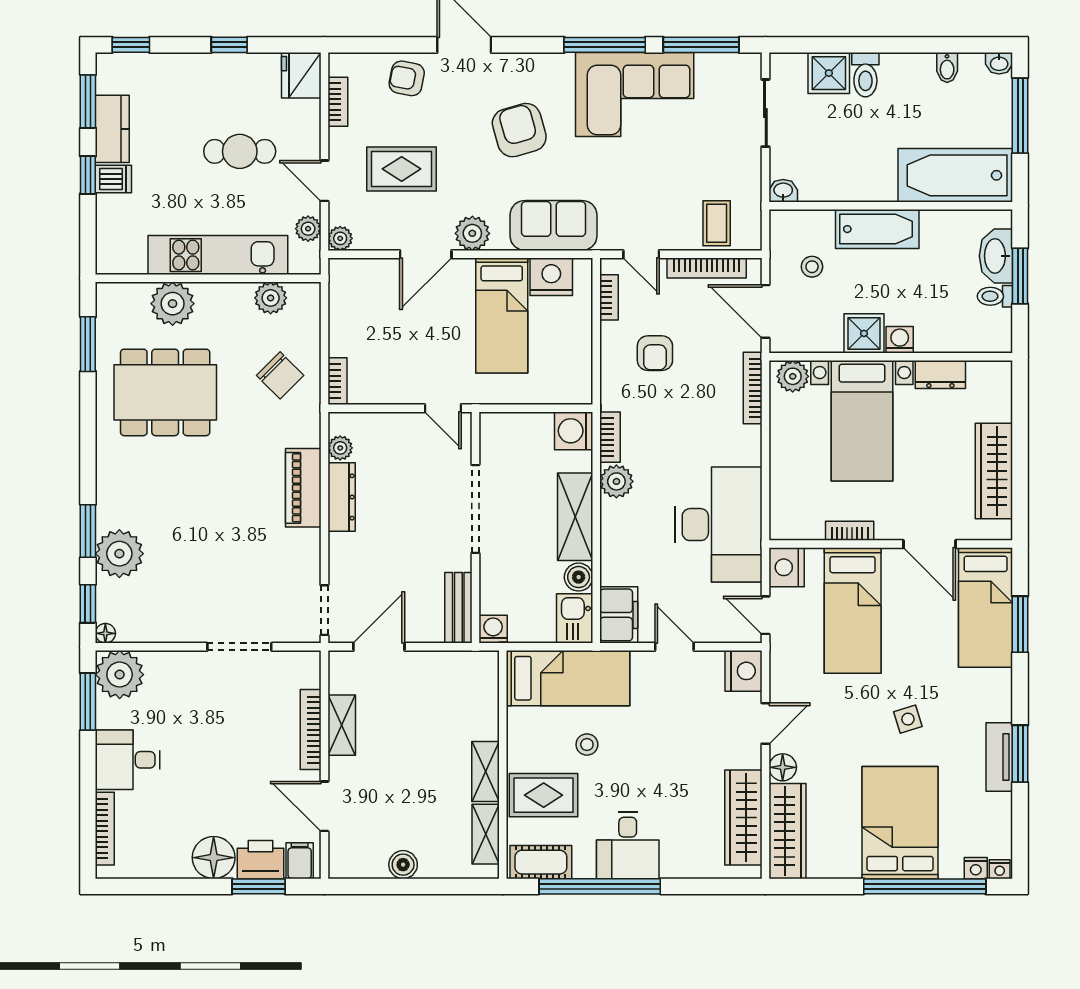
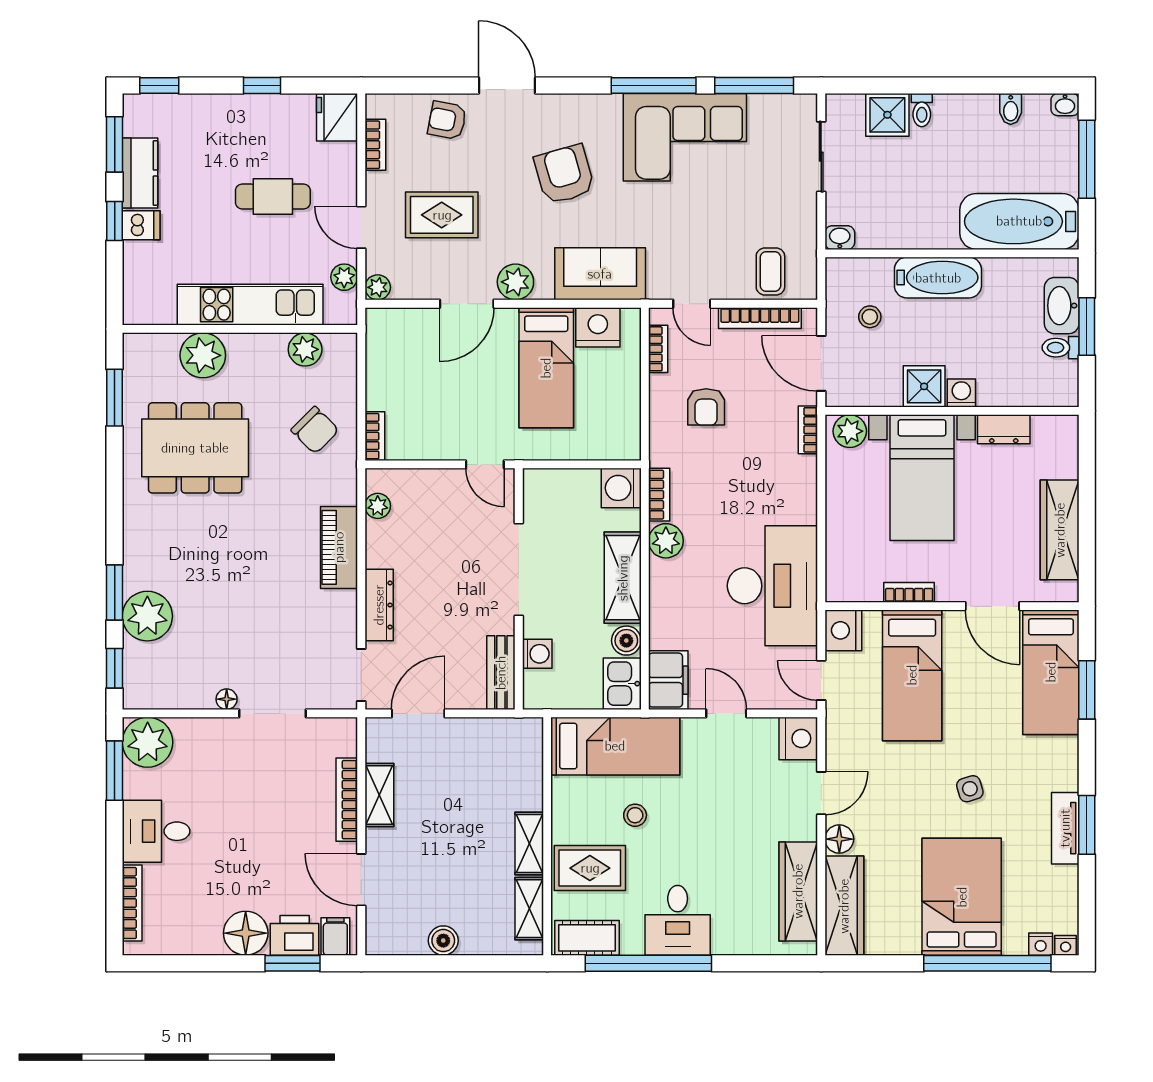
toilet: (865, 75) -> (922, 110), width x0.73, depth x0.72
bookcase: (753, 388) -> (808, 430), width x0.64
dresser: (342, 497) -> (379, 605), moved
washing machine: (493, 629) -> (537, 654), moved, turned 90
floor lamp: (105, 633) -> (227, 699), moved

